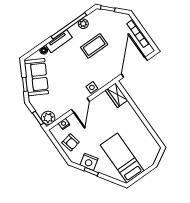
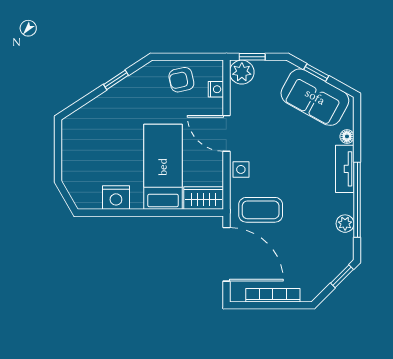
coffee table: (94, 46) -> (261, 210), moved, turned 90
bed: (122, 158) -> (163, 167), moved, turned -90
nightstand: (89, 162) -> (116, 198), moved, turned -147

